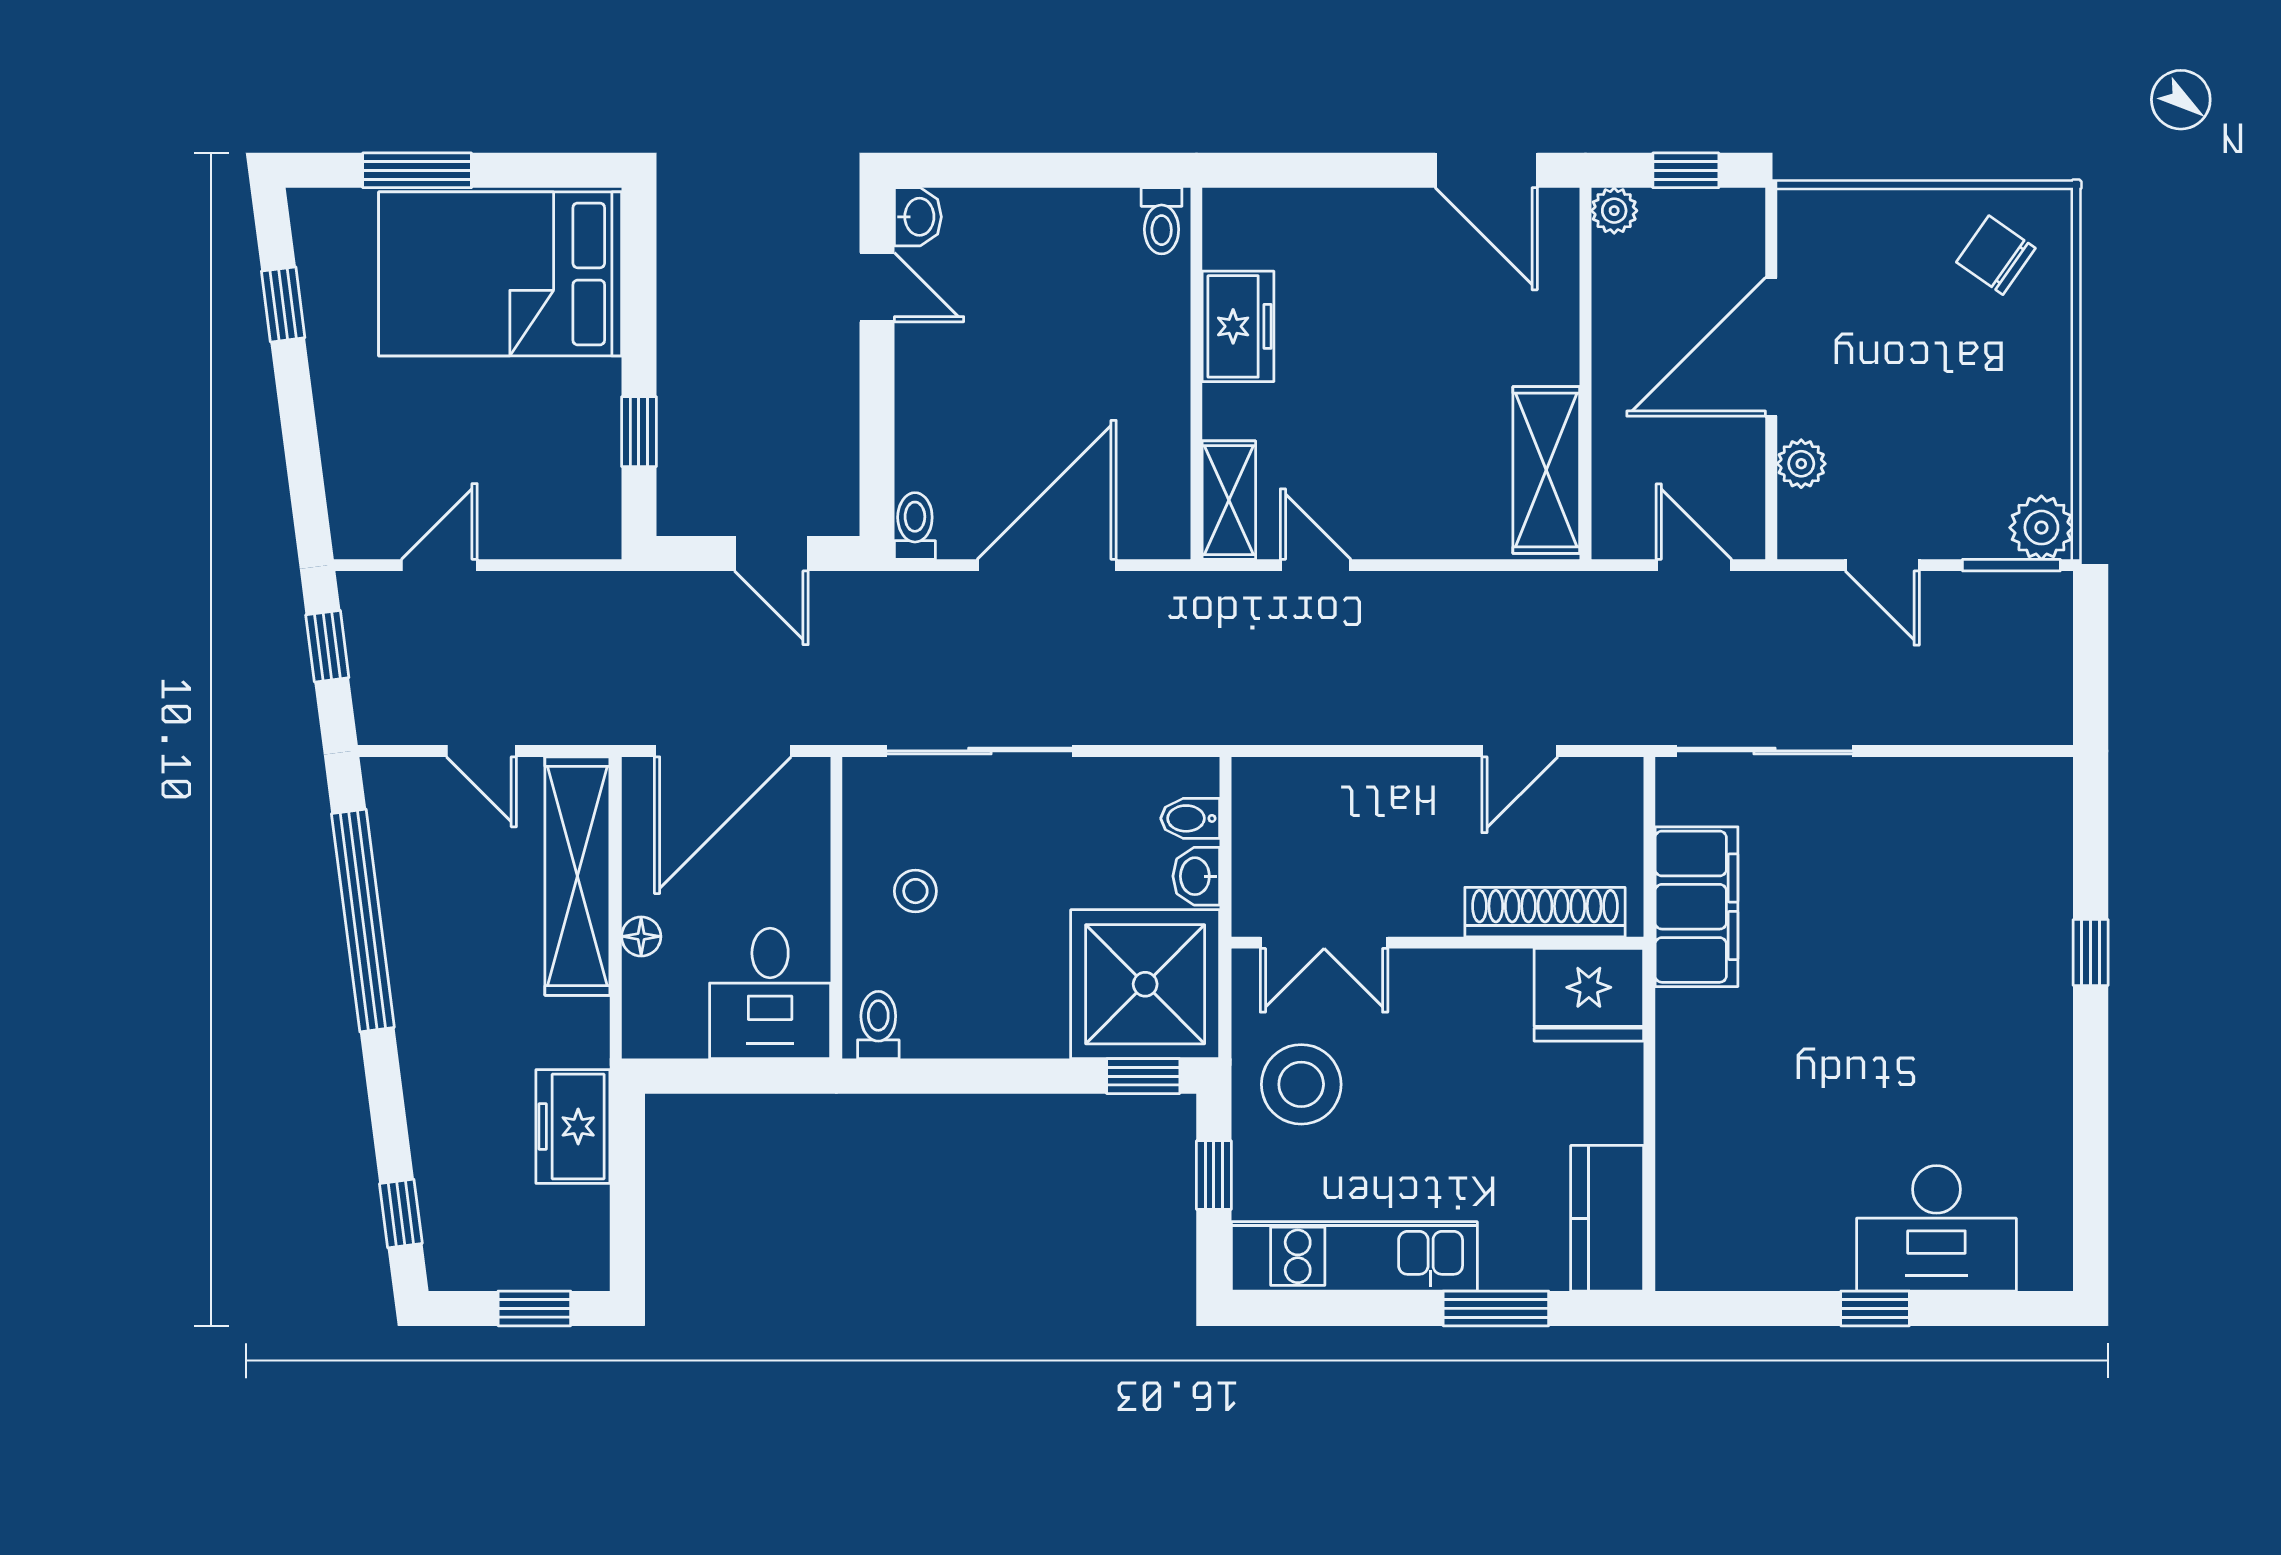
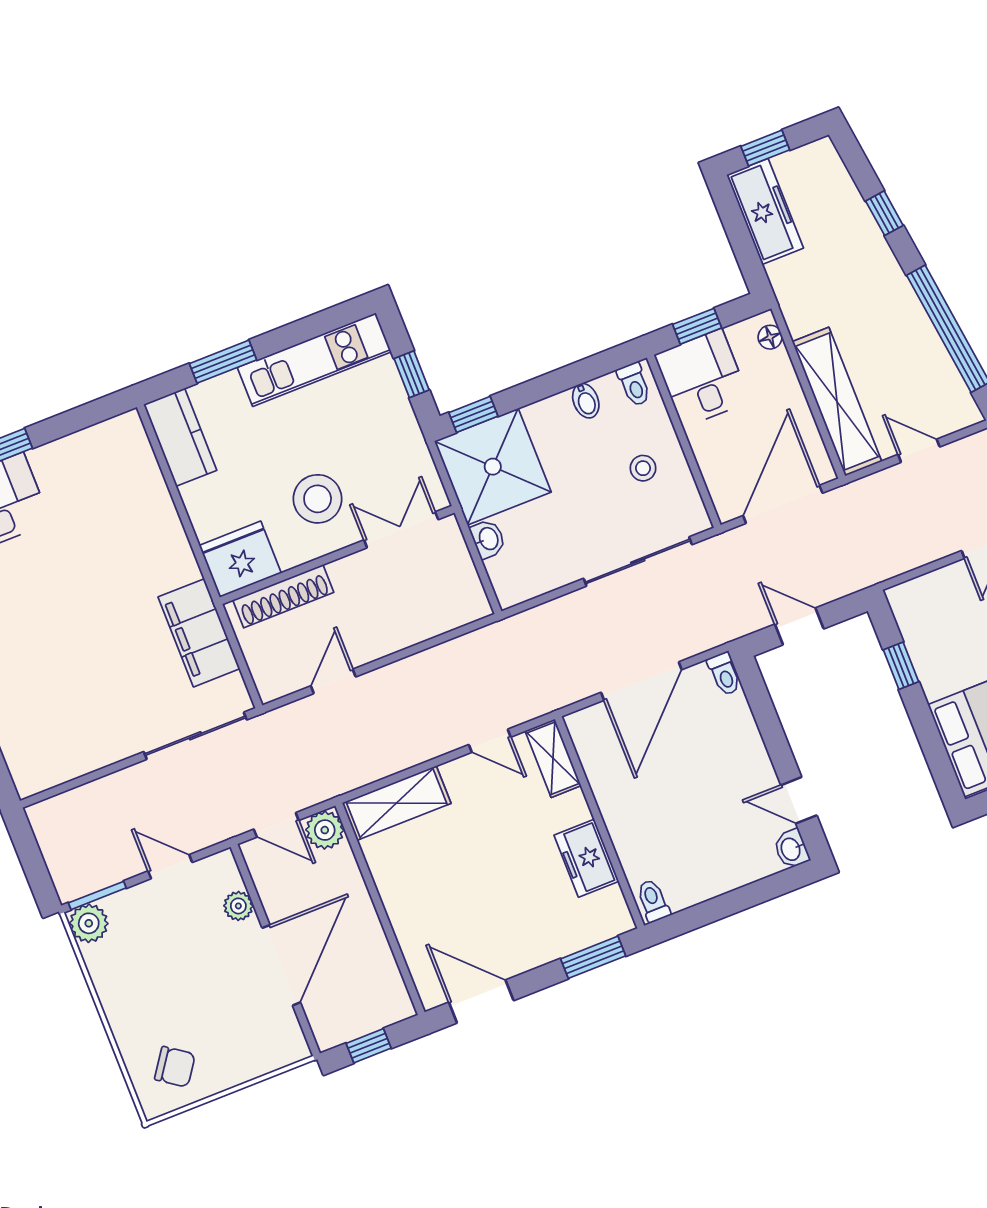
window: (1288, 170) -> (593, 957), added
plant: (1614, 211) -> (325, 830), moved, width x1.38, depth x1.38
shelving: (1546, 470) -> (397, 803), moved, turned 90
bidet: (1190, 818) -> (586, 401), moved, turned 90
floor lamp: (641, 936) -> (770, 337), moved
window: (747, 1076) -> (697, 326), added
stool: (1301, 1084) -> (318, 499), moved
freezer: (573, 1126) -> (765, 211), moved, width x1.40
window: (401, 1214) -> (884, 213), moved

